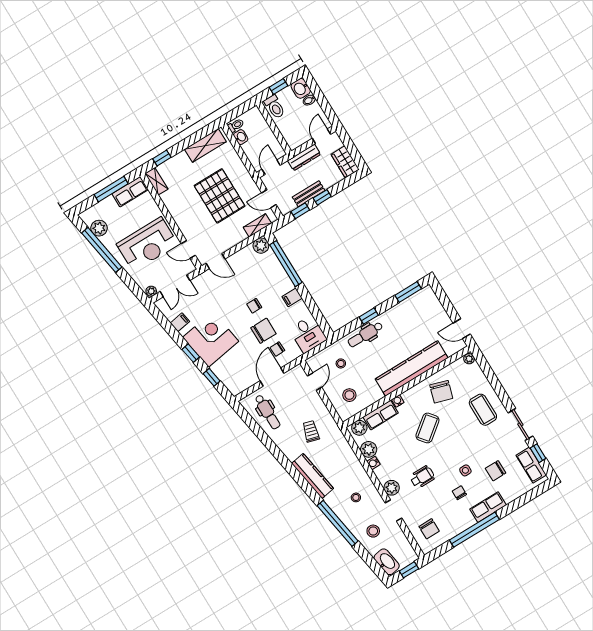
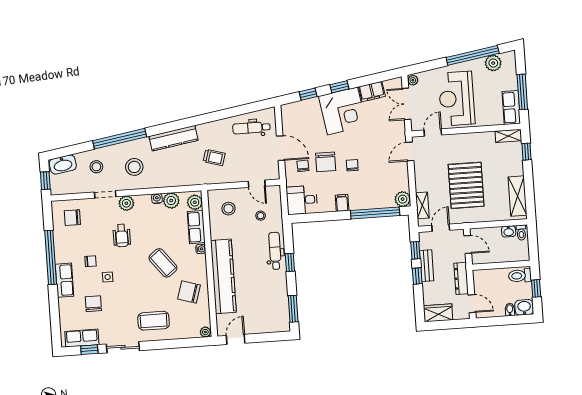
pallet: (220, 196) -> (466, 185), turned 90
filing cabinet: (180, 322) -> (372, 92), width x2.00
stool: (356, 497) -> (134, 167), width x1.89, depth x1.89

